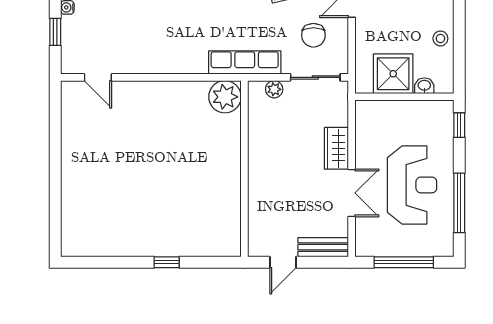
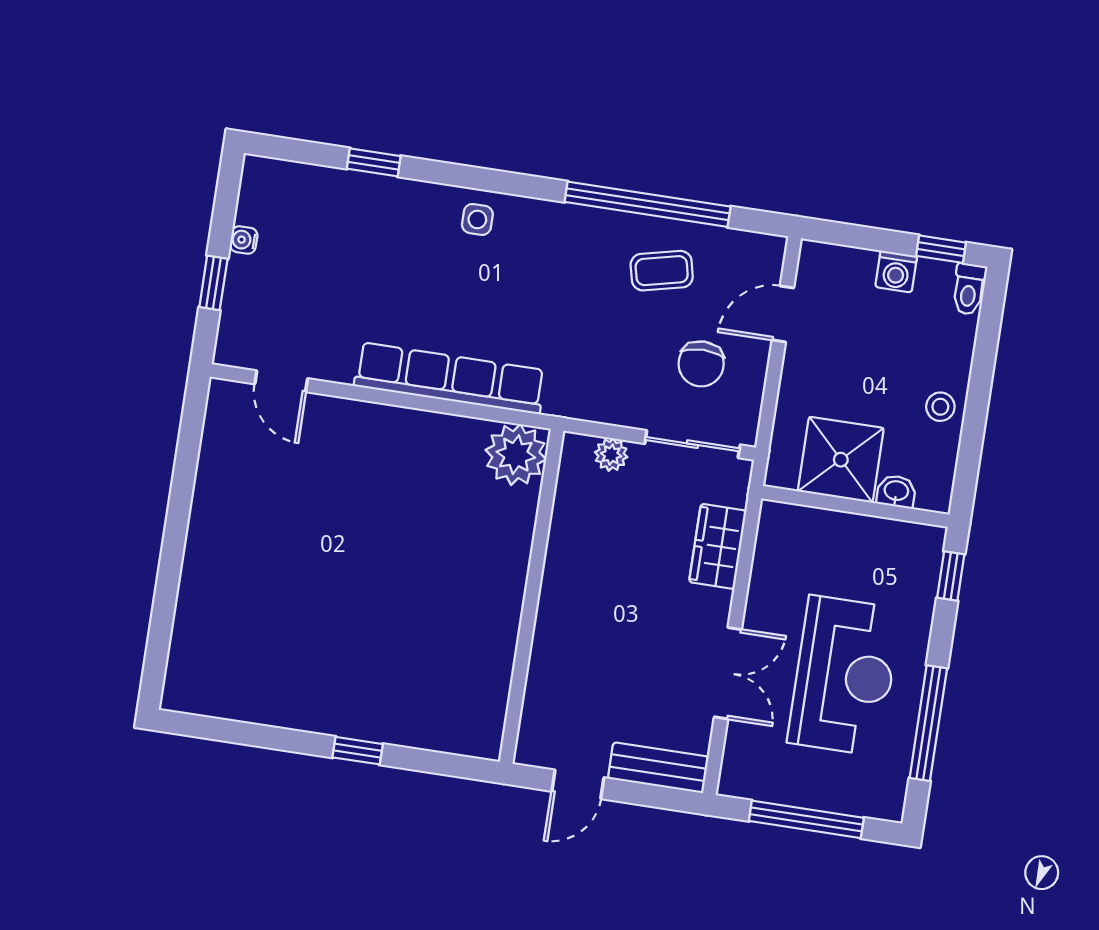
row of seats: (245, 63) -> (450, 378), moved, width x1.36
wardrobe: (336, 148) -> (718, 546), moved

